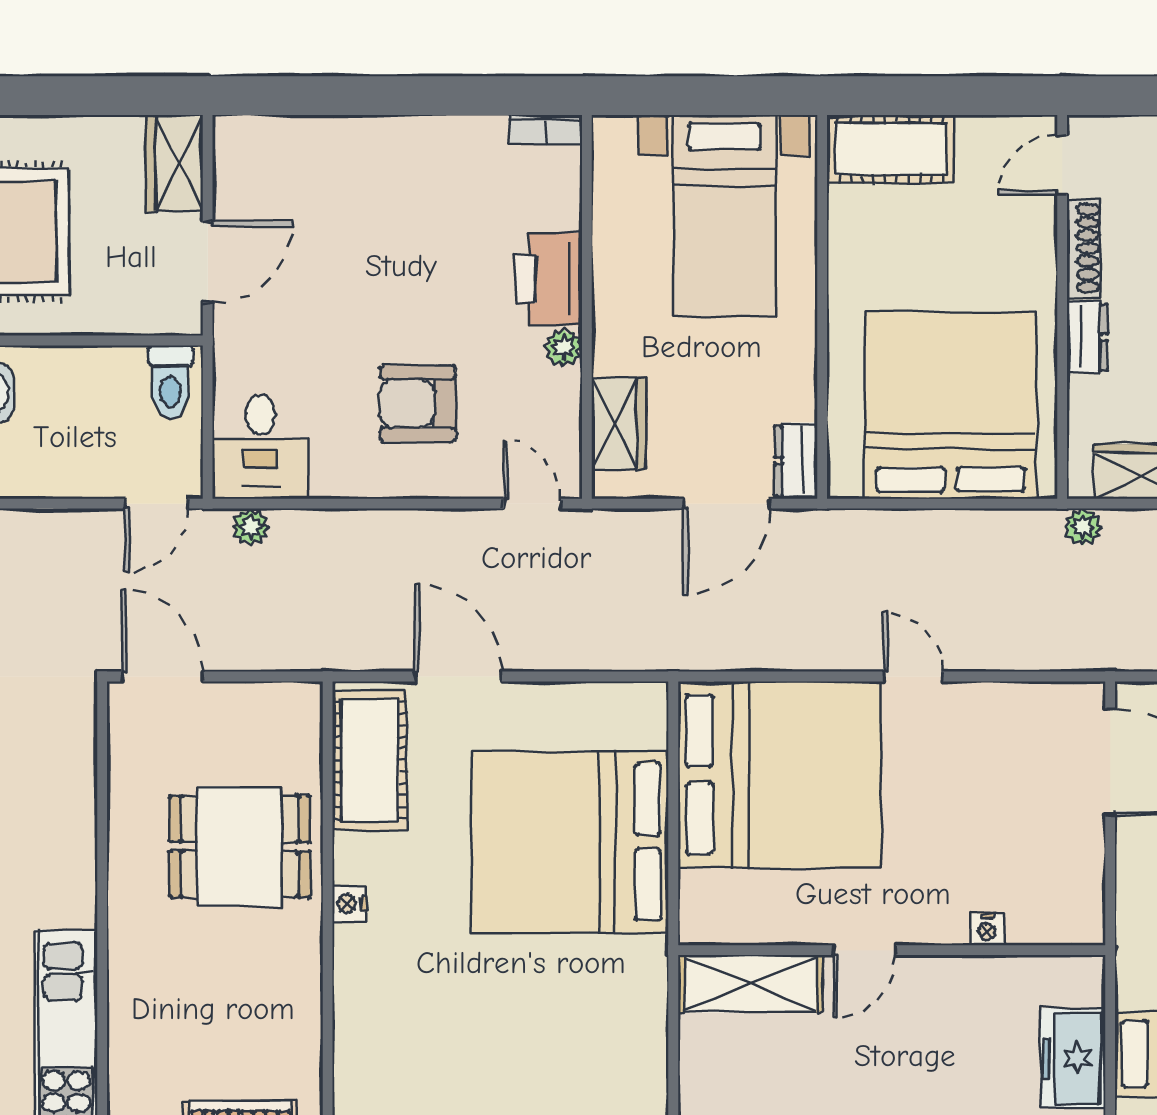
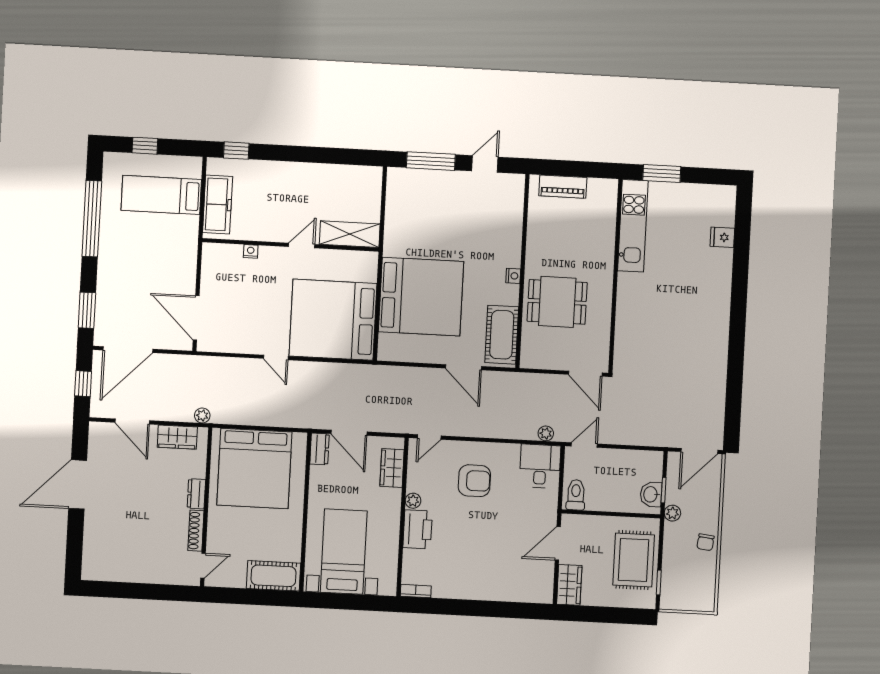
door: (532, 504) -> (429, 437), hinge flipped
door: (727, 504) -> (349, 433), swing flipped
freezer: (1073, 1058) -> (218, 204), width x1.40

